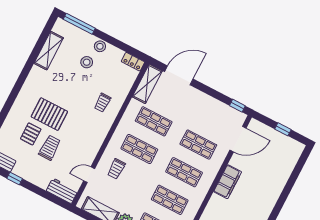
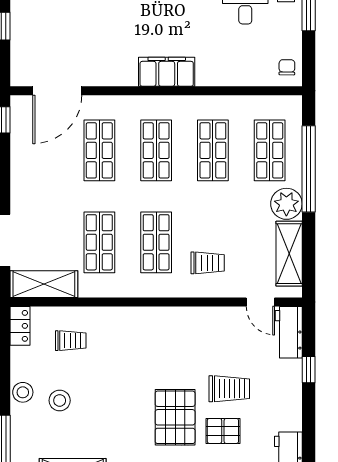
trolley: (102, 103) -> (71, 341), moved
door: (238, 139) -> (57, 91), swing flipped
trolley: (50, 148) -> (229, 389), turned 180
door: (89, 175) -> (260, 302), moved
window: (15, 179) -> (309, 370), moved
filing cabinet: (228, 182) -> (167, 72), moved

